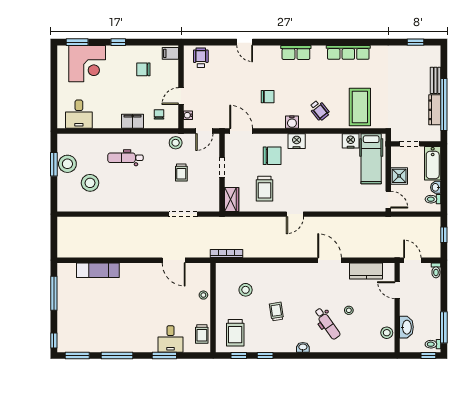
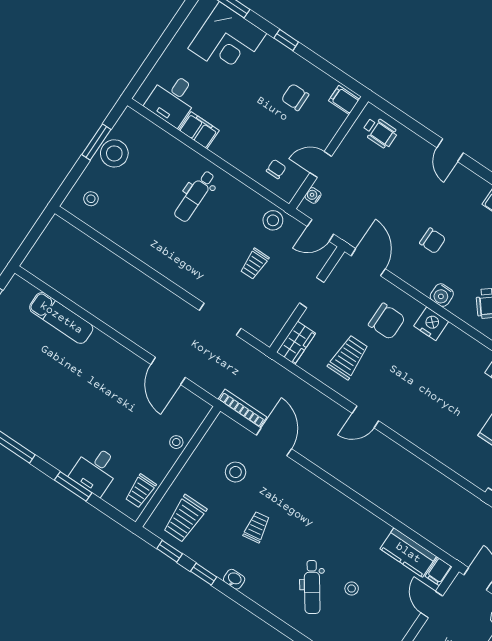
wheelchair: (201, 58) -> (380, 132), turned 90
filing cabinet: (133, 121) -> (199, 130), moved
dental chair: (125, 158) -> (195, 196), turned -90
stool: (90, 183) -> (91, 199), moved, width x0.53, depth x0.53
trolley: (264, 189) -> (348, 357), turned 180
door: (330, 260) -> (274, 442), moved
filing cabinet: (389, 270) -> (439, 572), added
washbasin: (303, 347) -> (234, 579), moved

